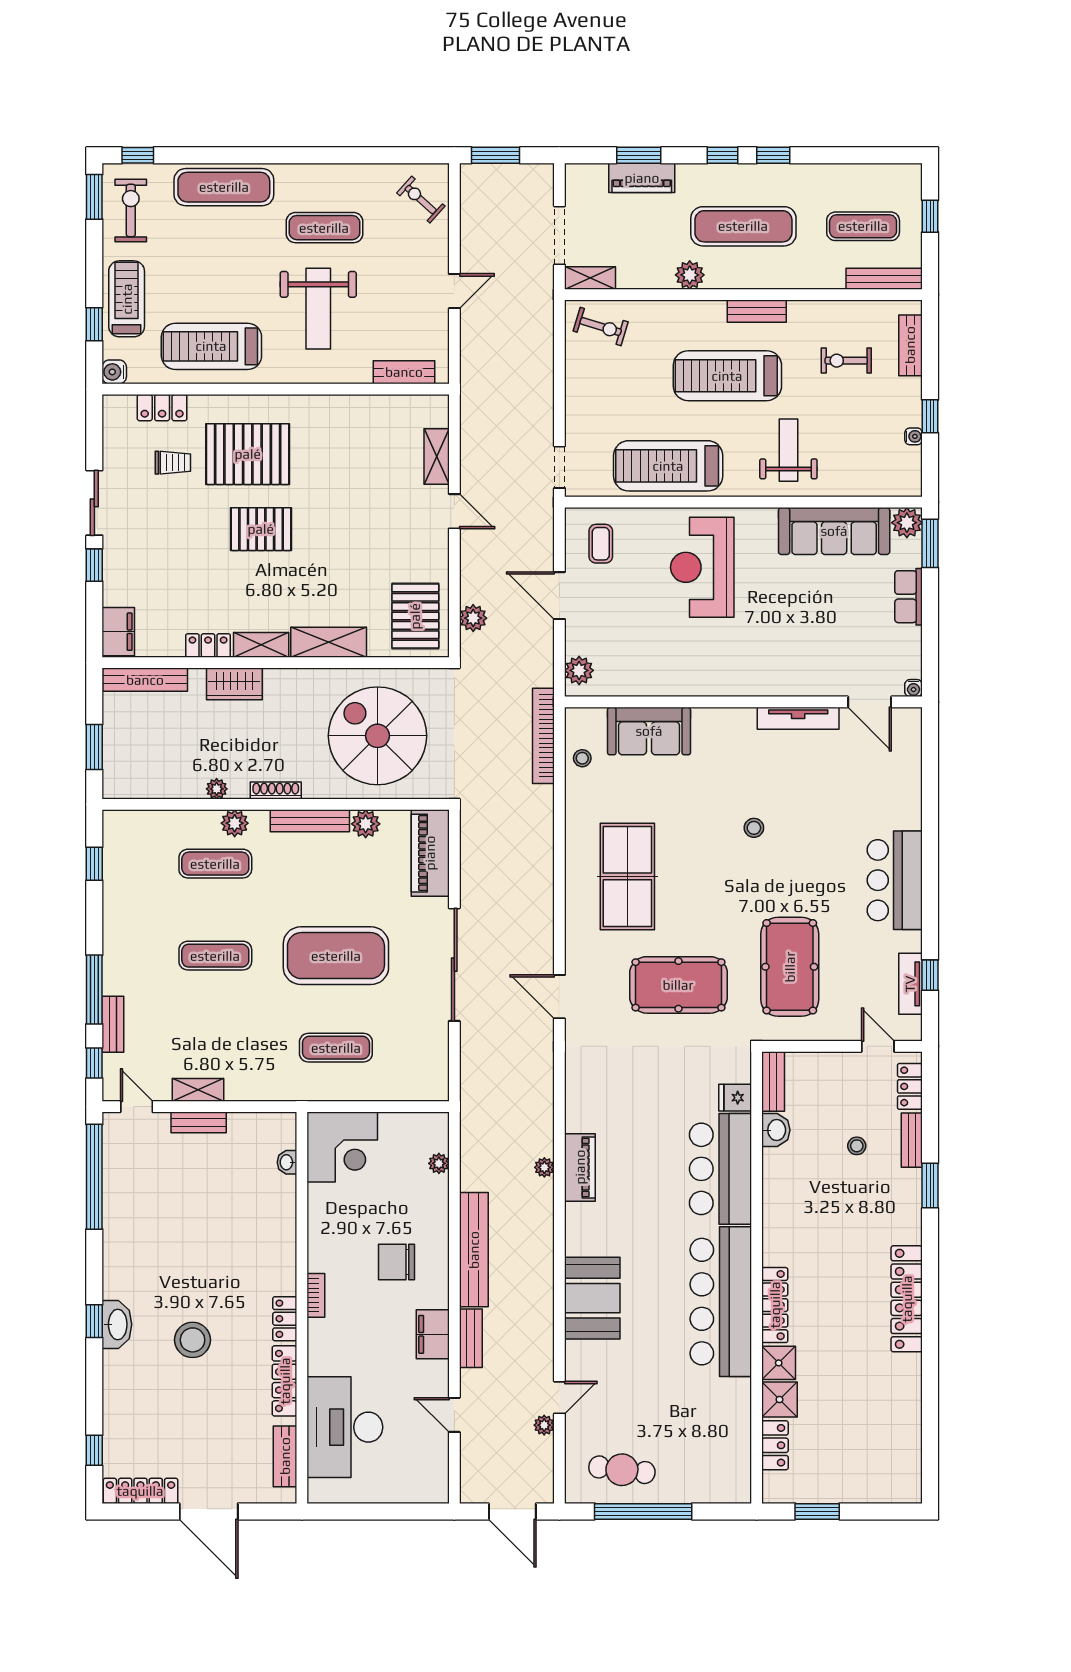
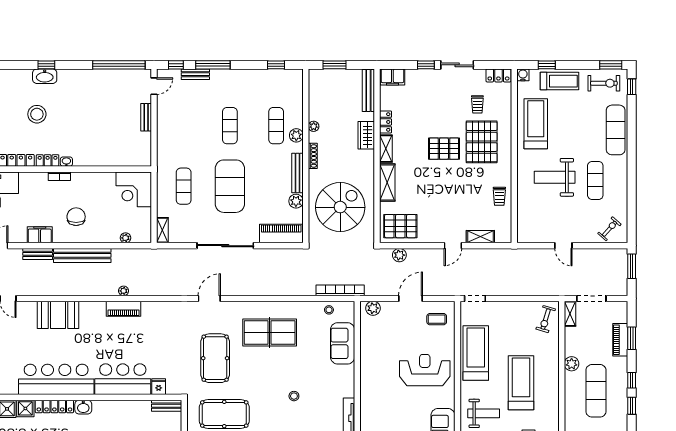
bench: (757, 311) -> (553, 397), removed
bench: (404, 372) -> (523, 220), removed
locker: (162, 408) -> (498, 75), moved, turned -90
trolley: (356, 419) -> (499, 196), added
pallet: (261, 529) -> (444, 149), turned 90
shelving: (198, 1090) -> (162, 230), moved
washbasin: (776, 1130) -> (83, 407), moved
washbasin: (287, 1162) -> (66, 162), moved

